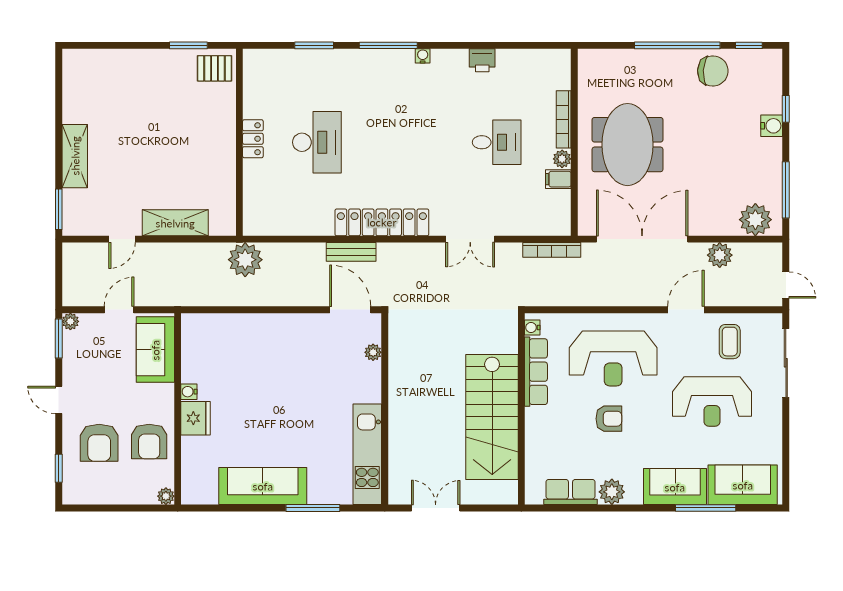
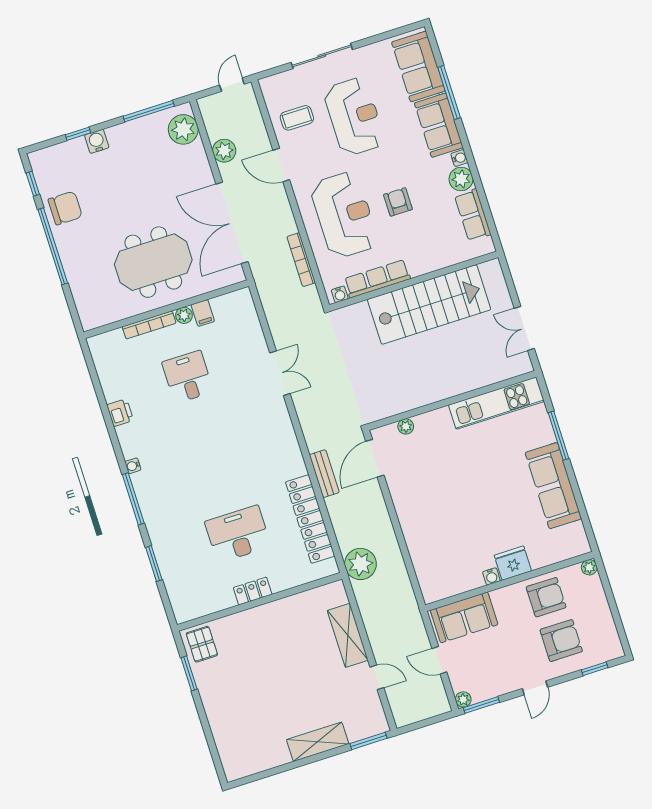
chair: (713, 71) -> (65, 208), turned 87
locker: (382, 222) -> (310, 519), moved
bookcase: (552, 250) -> (301, 260), moved, turned 180
sliding door: (786, 363) -> (322, 56), moved
water cooler: (634, 497) -> (459, 158), added

